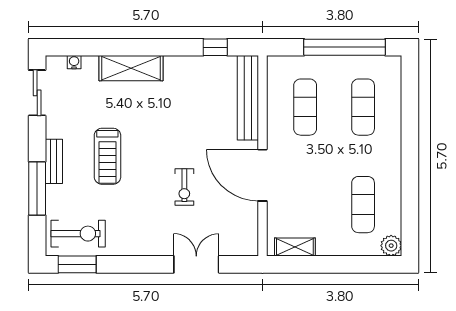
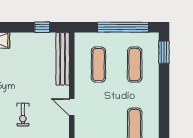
window: (410, 87) -> (164, 52), added
door: (262, 175) -> (72, 107), width x0.53

